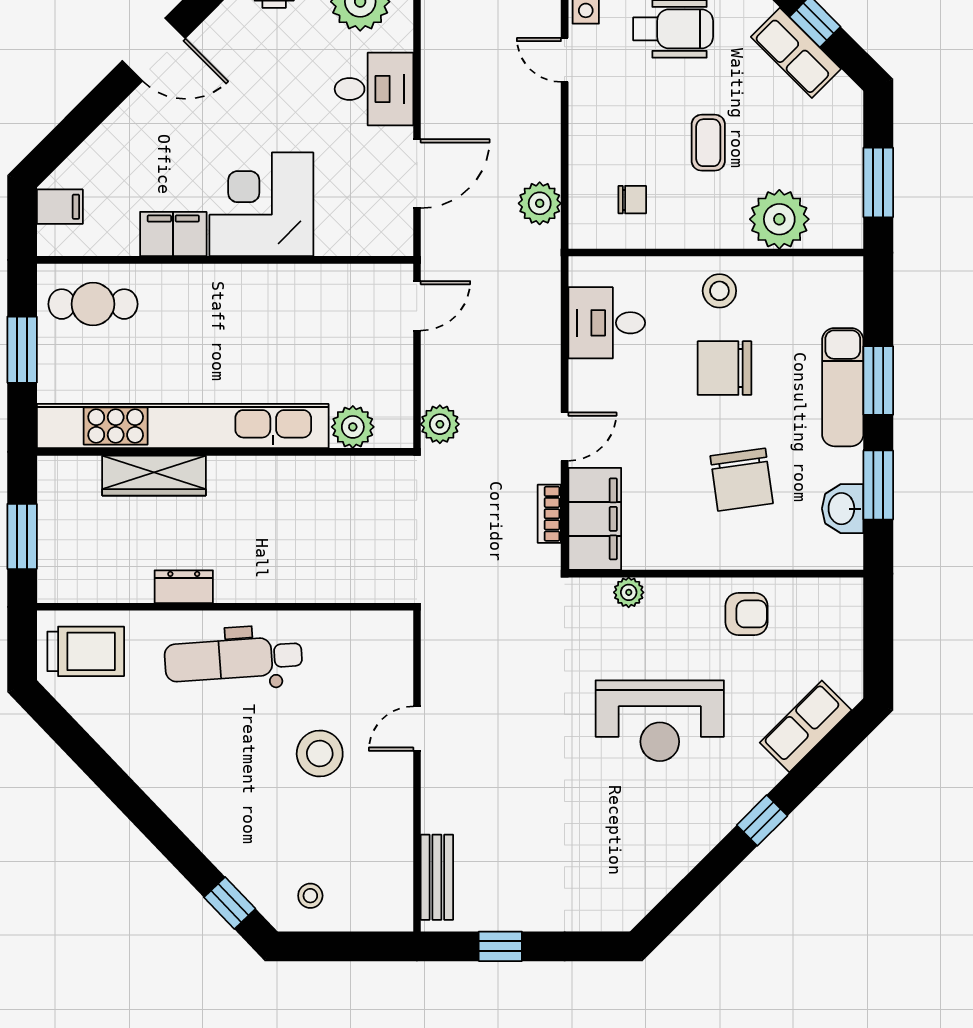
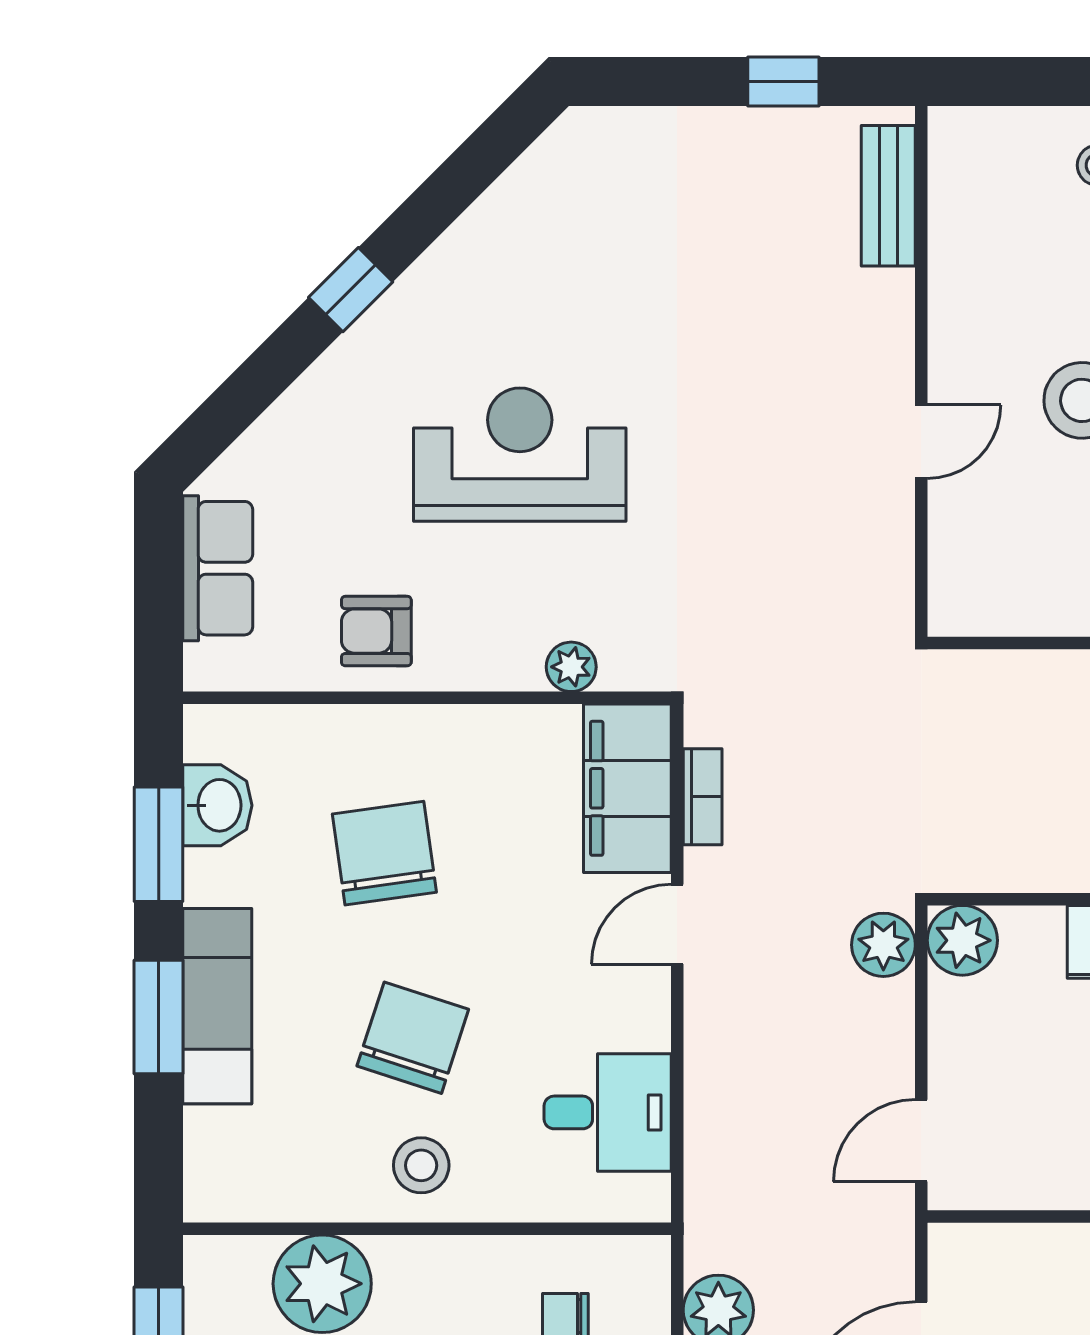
chair: (725, 368) -> (413, 1038), turned -72
plant: (353, 427) -> (962, 940), moved
row of seats: (806, 726) -> (218, 568), moved, turned -45

